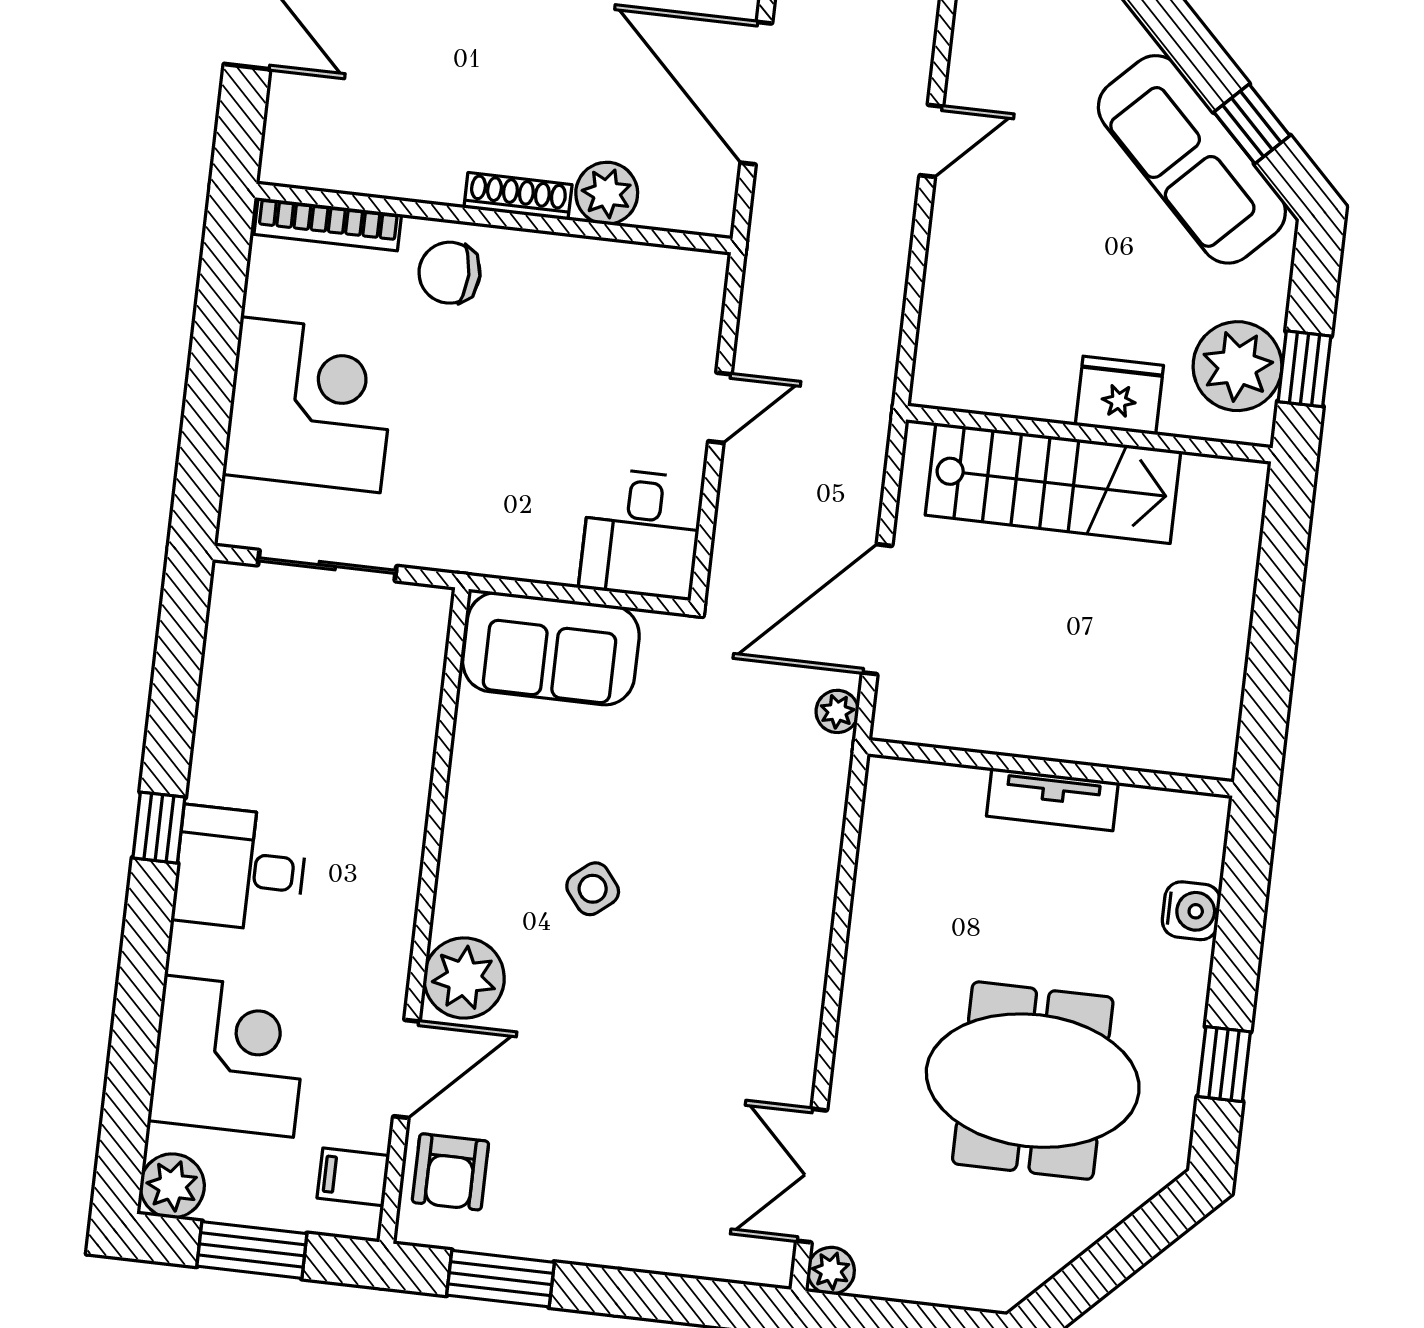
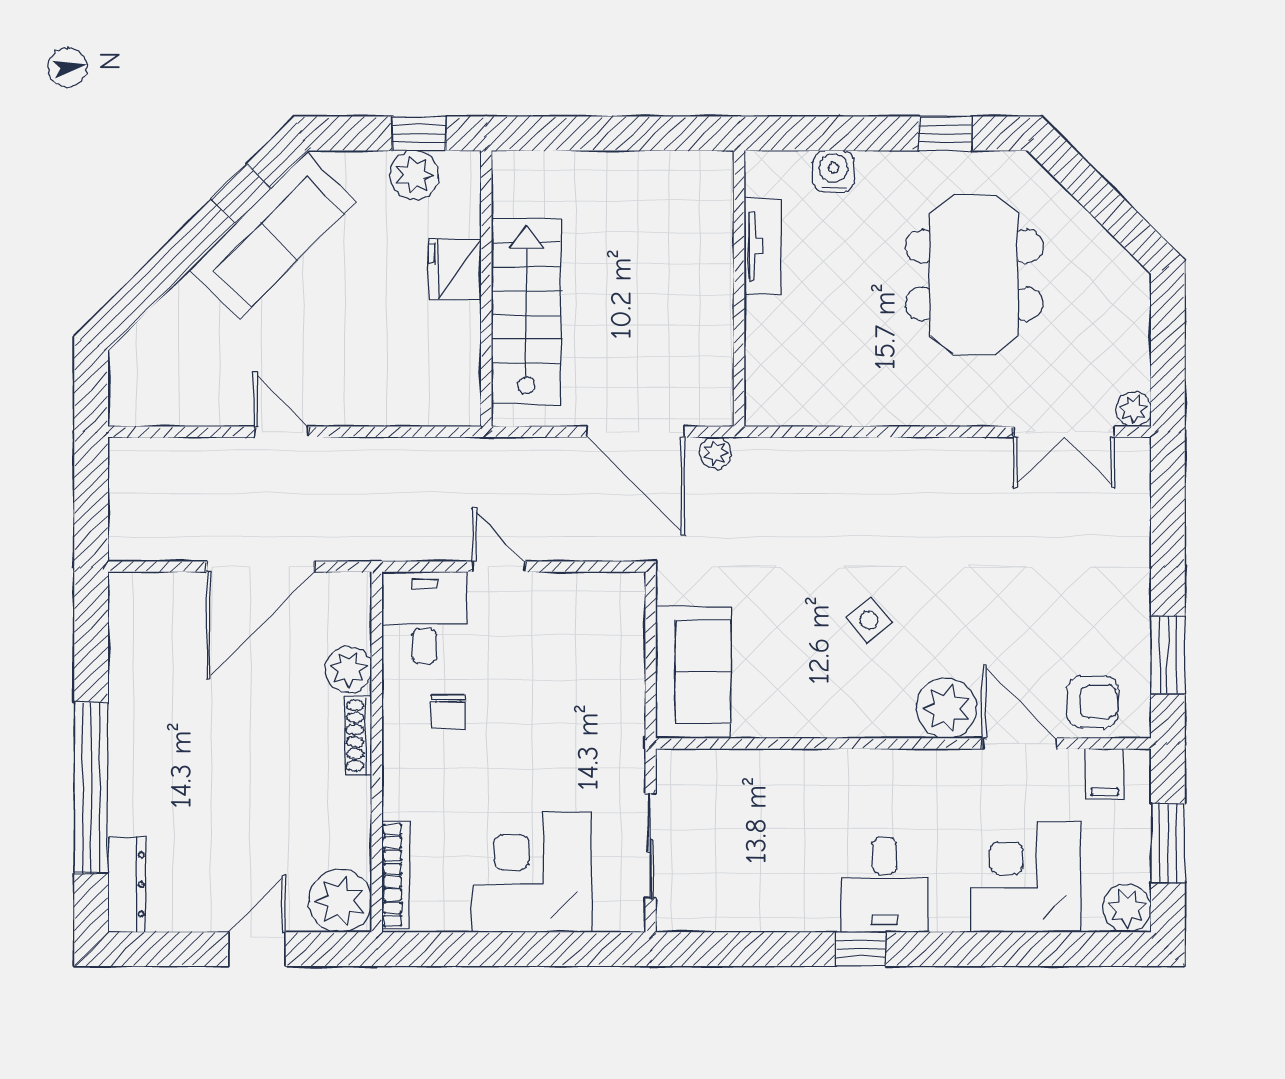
plant: (302, 147) -> (340, 901), added
chair: (450, 273) -> (448, 711), moved, width x0.73, depth x0.73
plant: (1237, 366) -> (414, 175), width x0.73, depth x0.73
desk: (641, 534) -> (424, 618), moved, turned -90
tv unit: (1052, 799) -> (762, 246), moved

